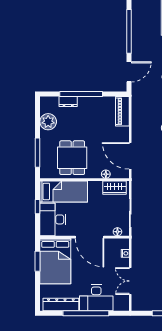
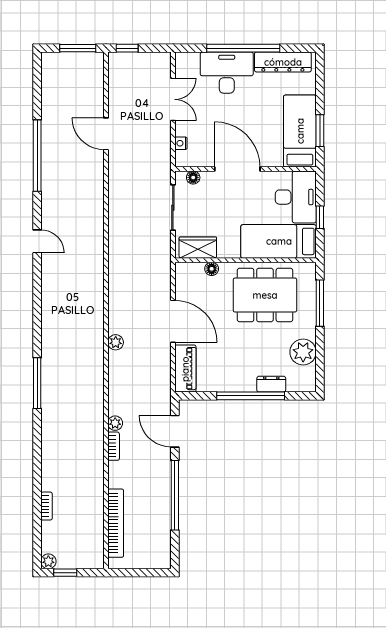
door: (129, 72) -> (175, 431), hinge flipped
door: (130, 156) -> (173, 321), moved
dining table: (72, 158) -> (265, 295), width x1.37
bed: (55, 261) -> (300, 131), width x0.67

